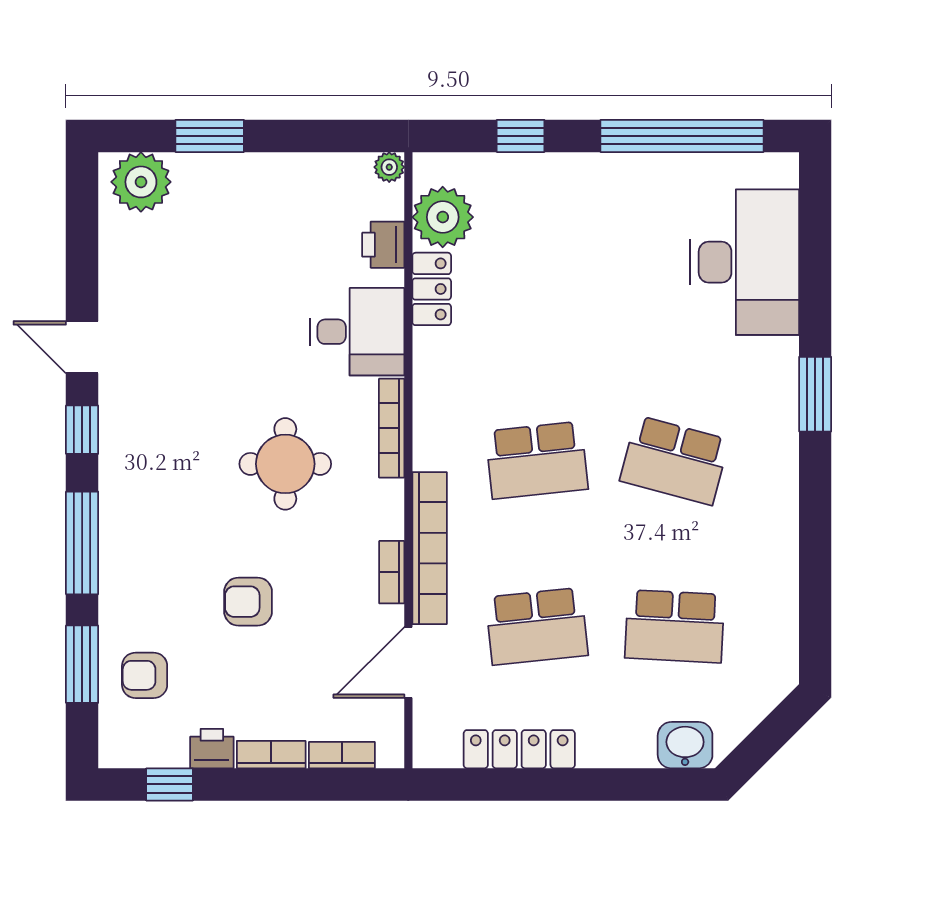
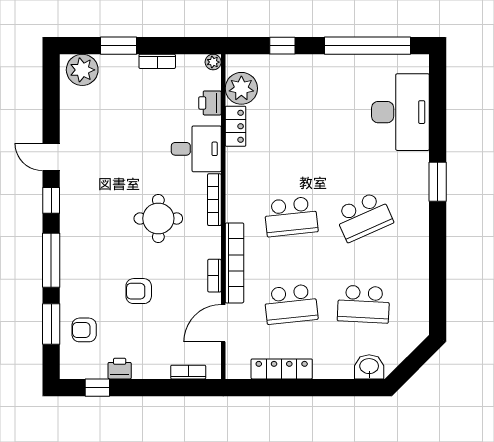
school desk: (675, 460) -> (364, 217), turned -39
bookcase: (271, 755) -> (157, 61), moved, turned 180

